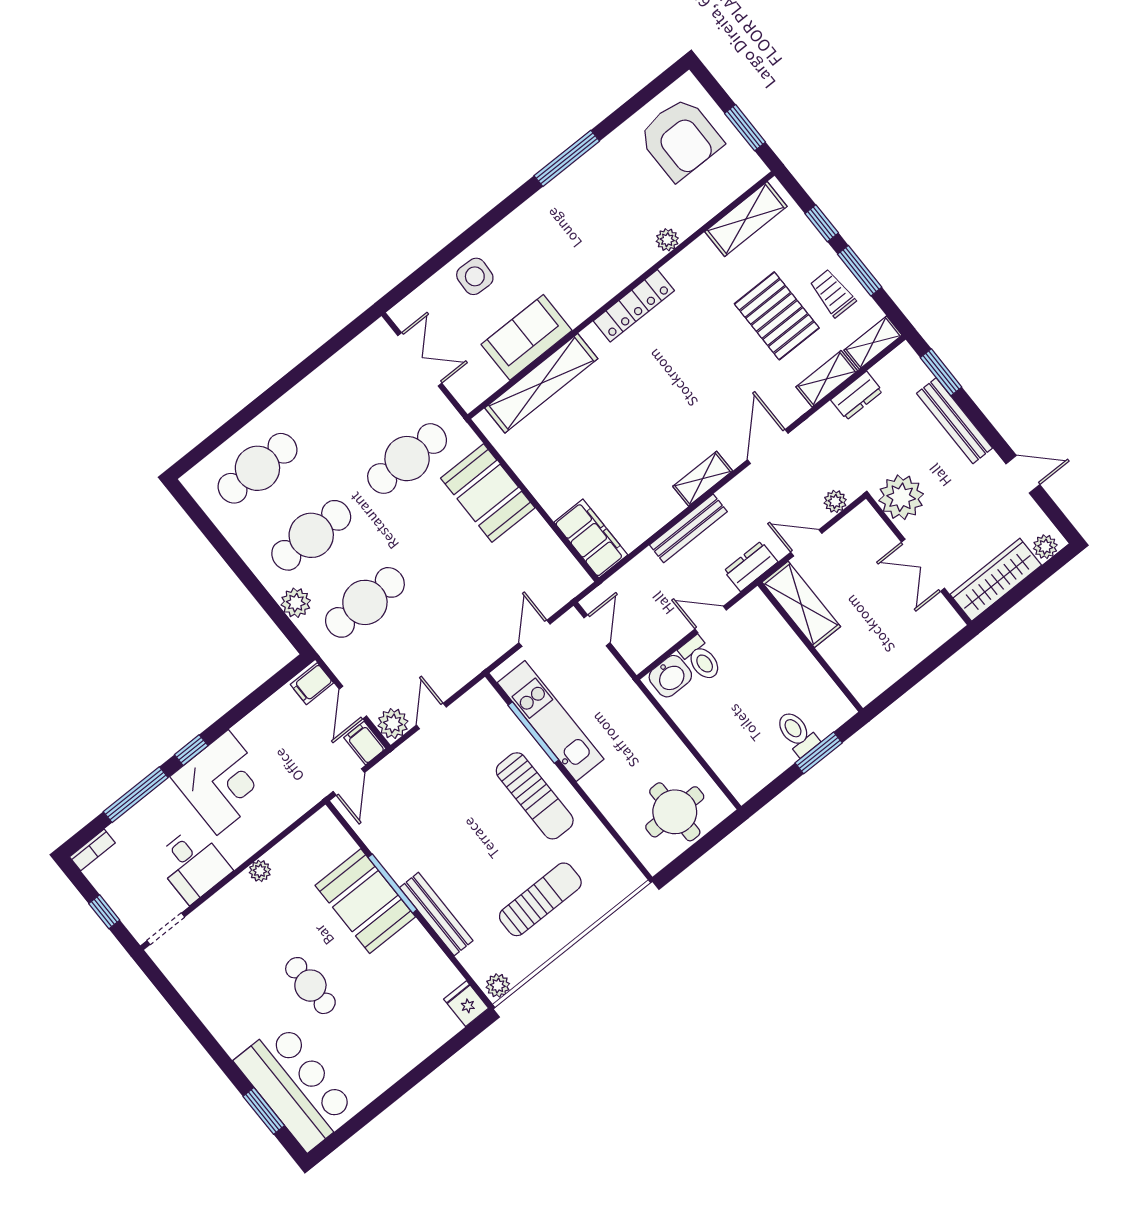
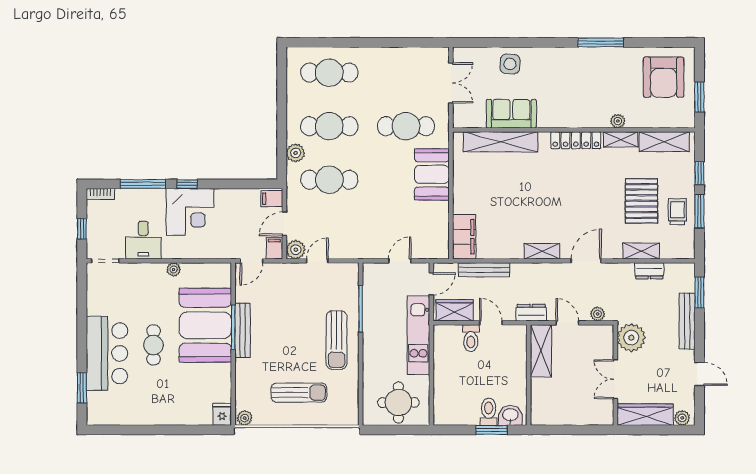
shelving: (873, 343) -> (621, 139), moved
bench: (688, 528) -> (484, 270), moved
wardrobe: (653, 640) -> (455, 310), added
washbasin: (670, 676) -> (510, 415), moved, turned 180
kitchen unit: (551, 721) -> (418, 335), moved, turned 180
booth: (365, 901) -> (205, 325), width x1.36, depth x1.42
bench: (436, 914) -> (243, 330), moved
bar counter: (296, 1086) -> (107, 353), moved

